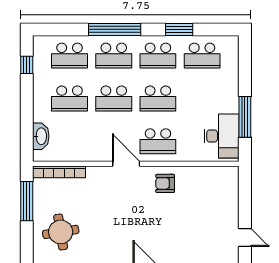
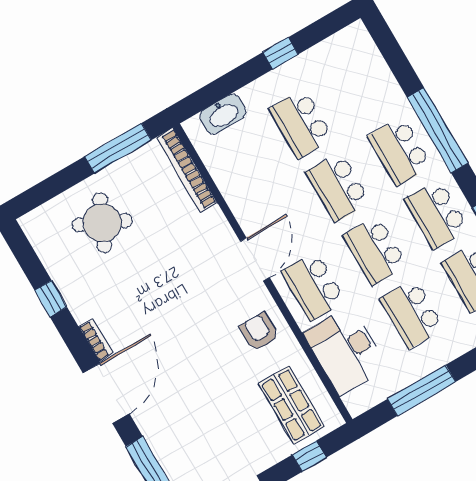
school desk: (70, 56) -> (412, 314), moved
window: (27, 65) -> (281, 53), moved
desk: (221, 136) -> (346, 350), moved, turned 90
shop shelf: (213, 189) -> (291, 405), added
window: (245, 195) -> (309, 456), added
round table: (61, 232) -> (102, 223), turned 34

